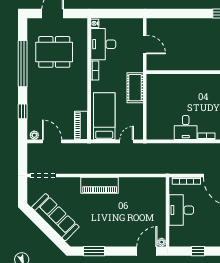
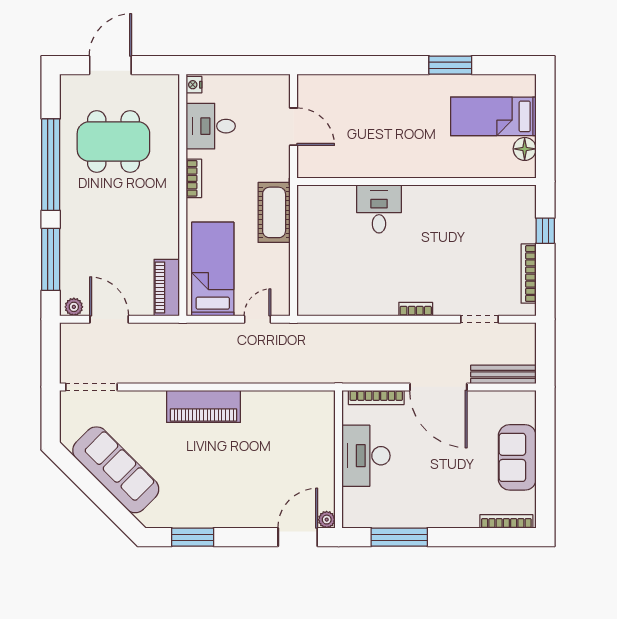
desk: (103, 44) -> (211, 126), width x0.73
window: (23, 111) -> (51, 259), width x2.17
desk: (186, 128) -> (379, 209), moved, turned 180
window: (198, 251) -> (399, 537), width x2.17

